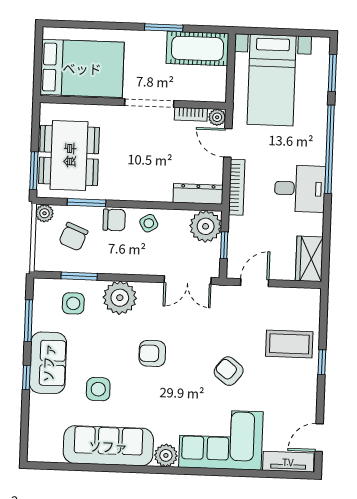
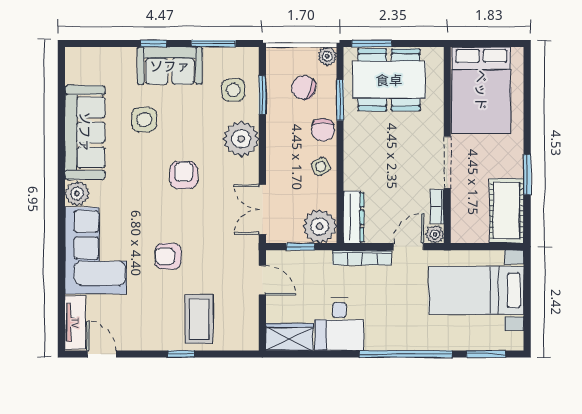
desk: (300, 189) -> (339, 324), moved
armchair: (229, 371) -> (168, 256), turned -128

